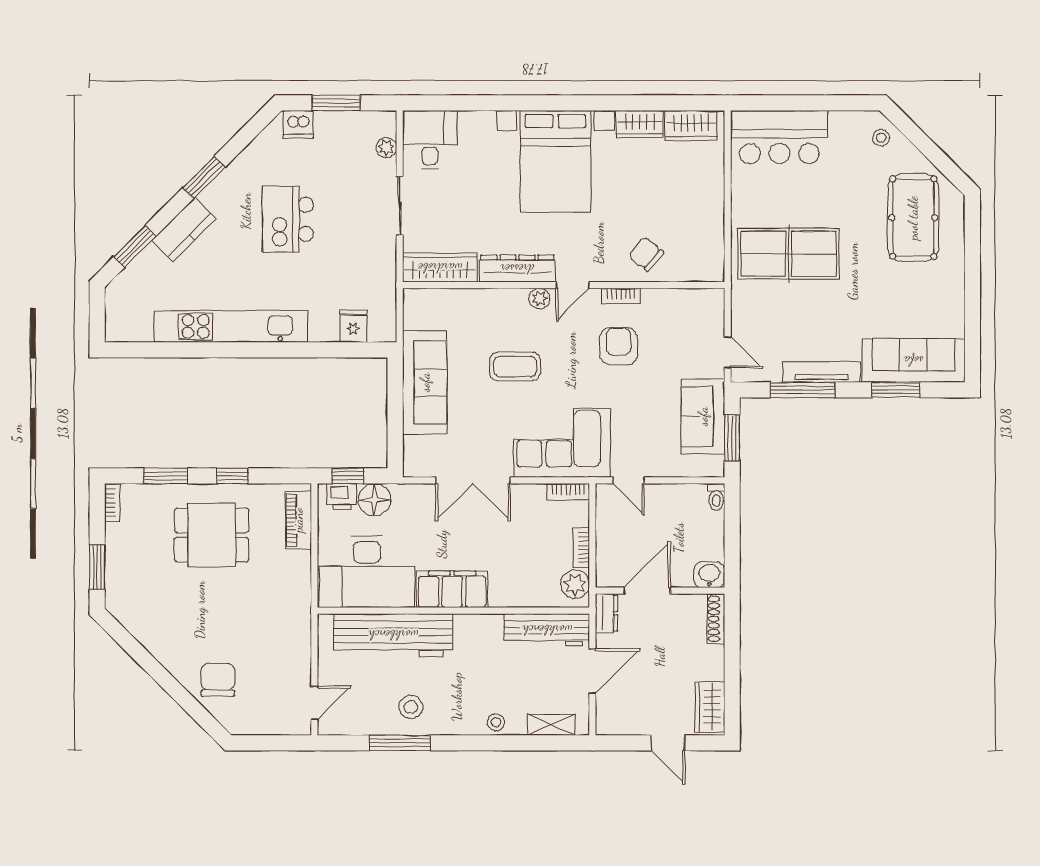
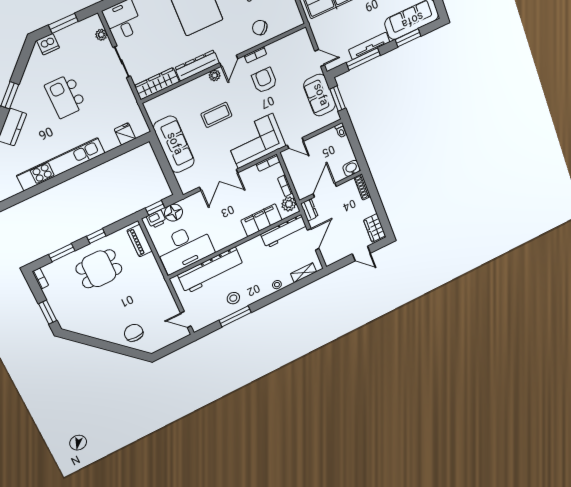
filing cabinet: (452, 589) -> (262, 220), moved
door: (314, 703) -> (186, 319), swing flipped

